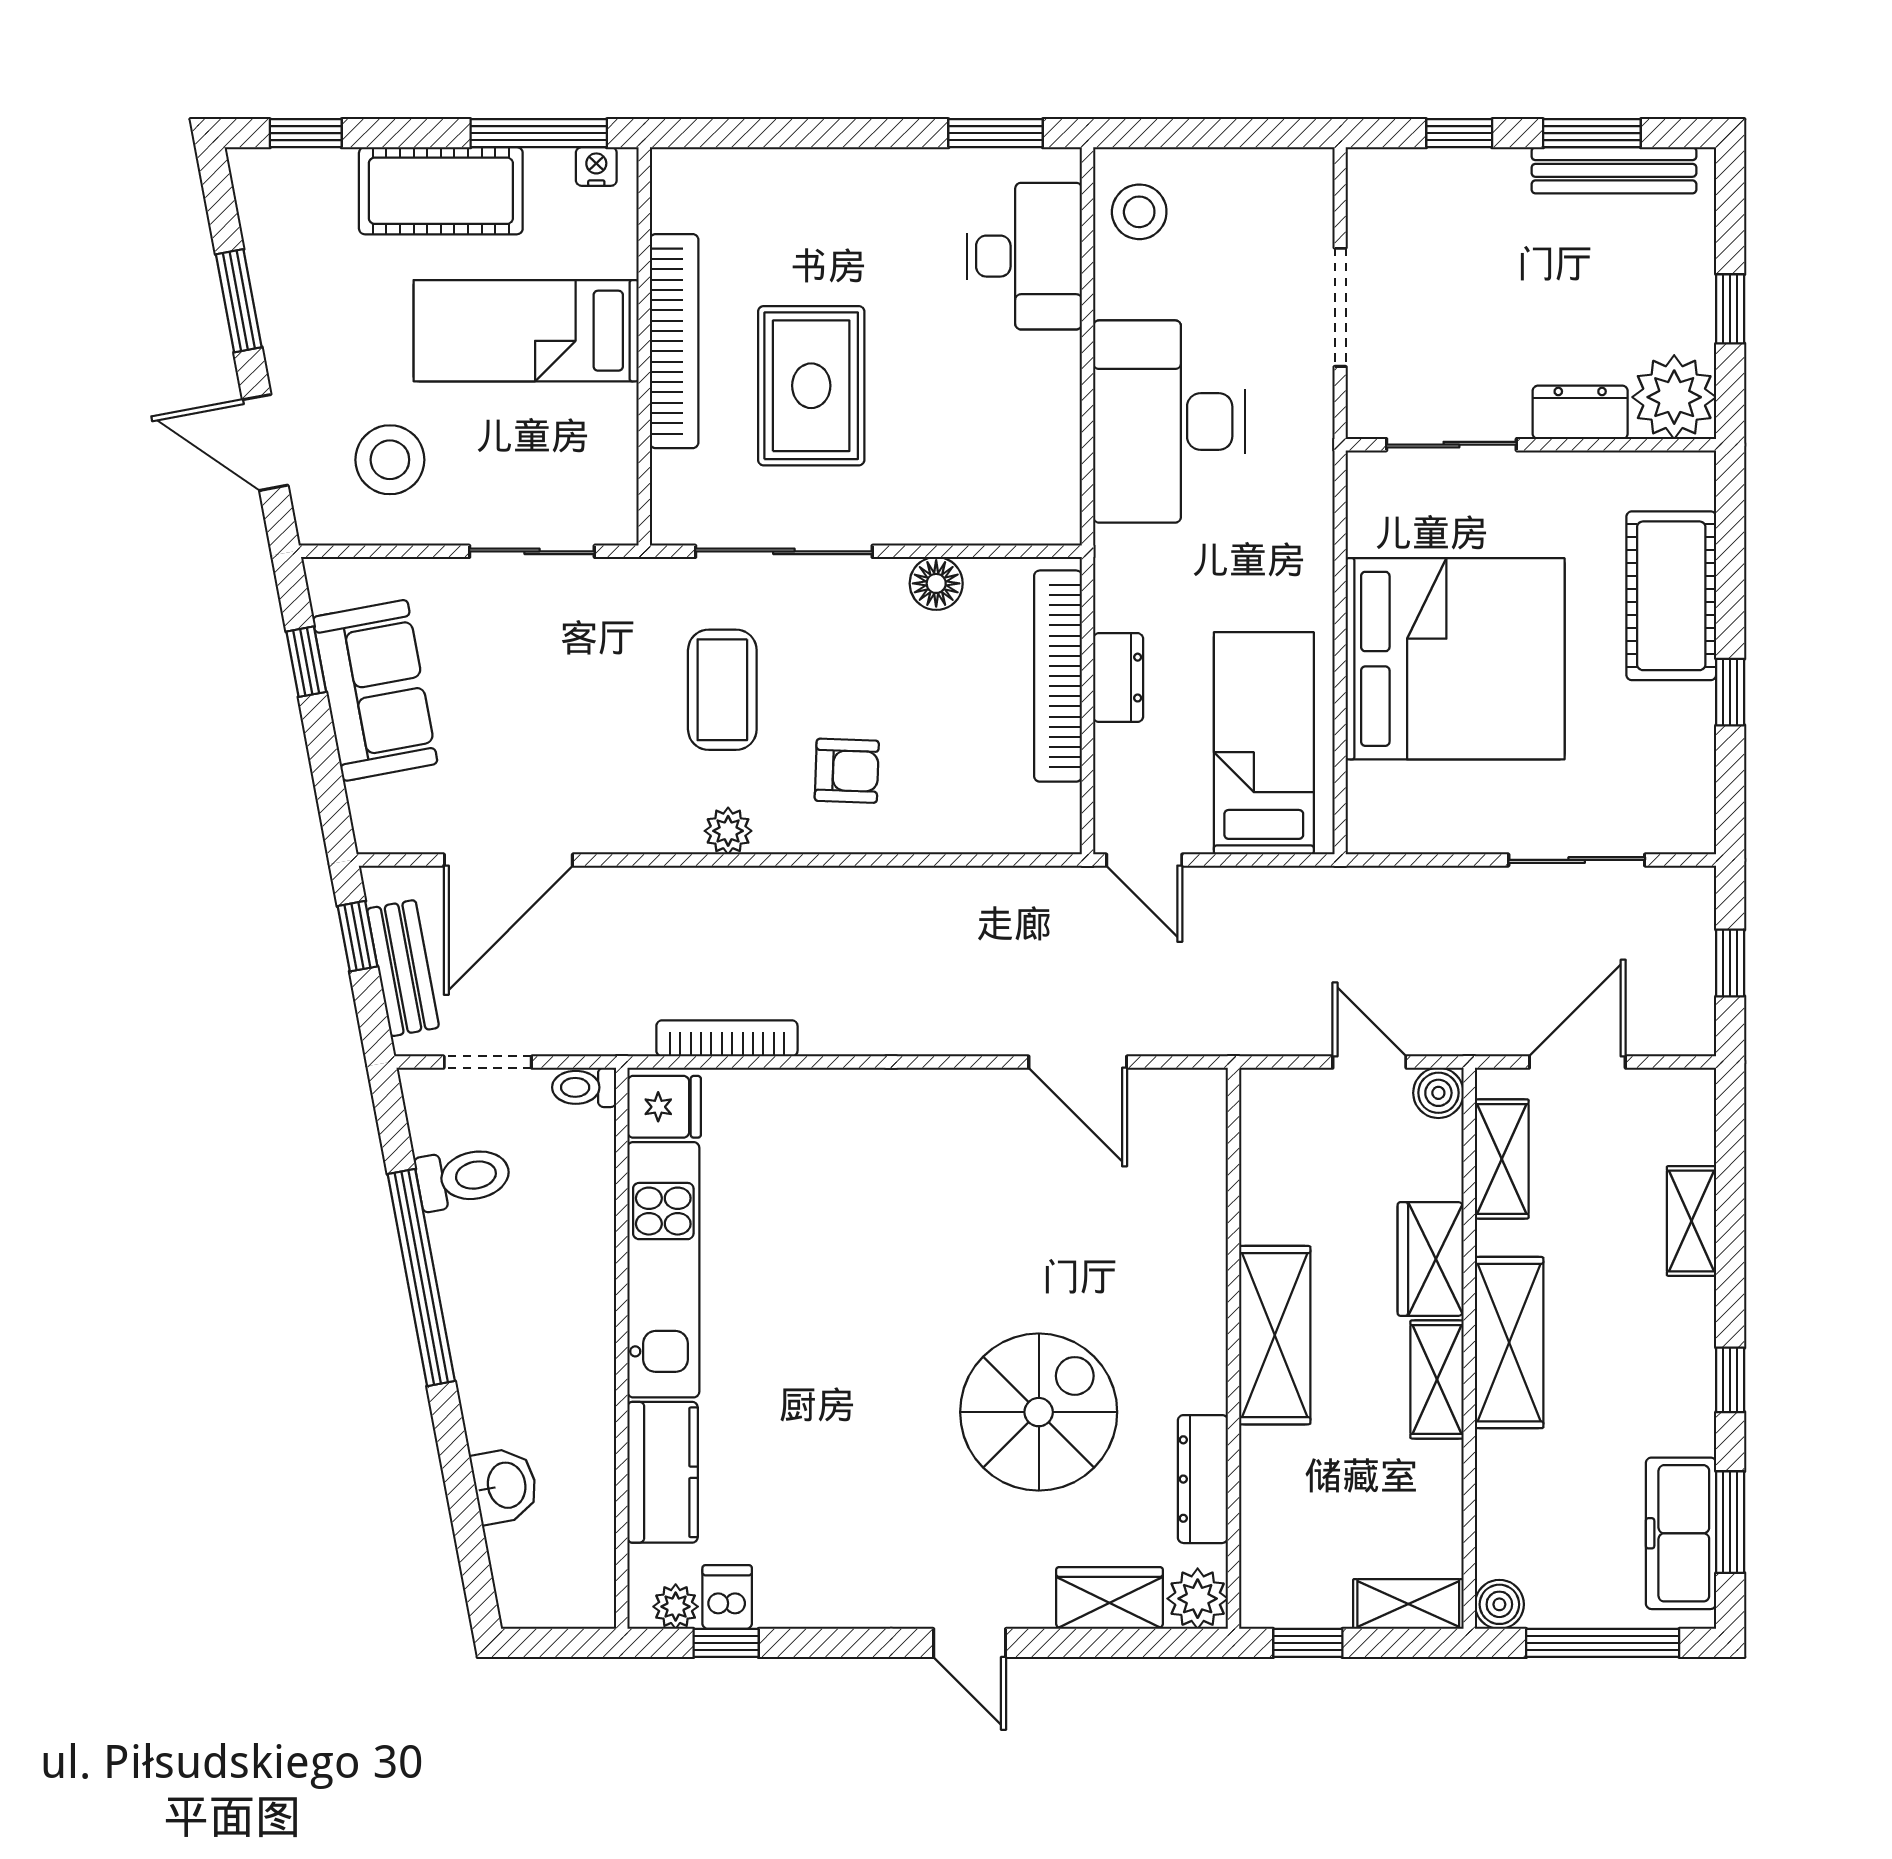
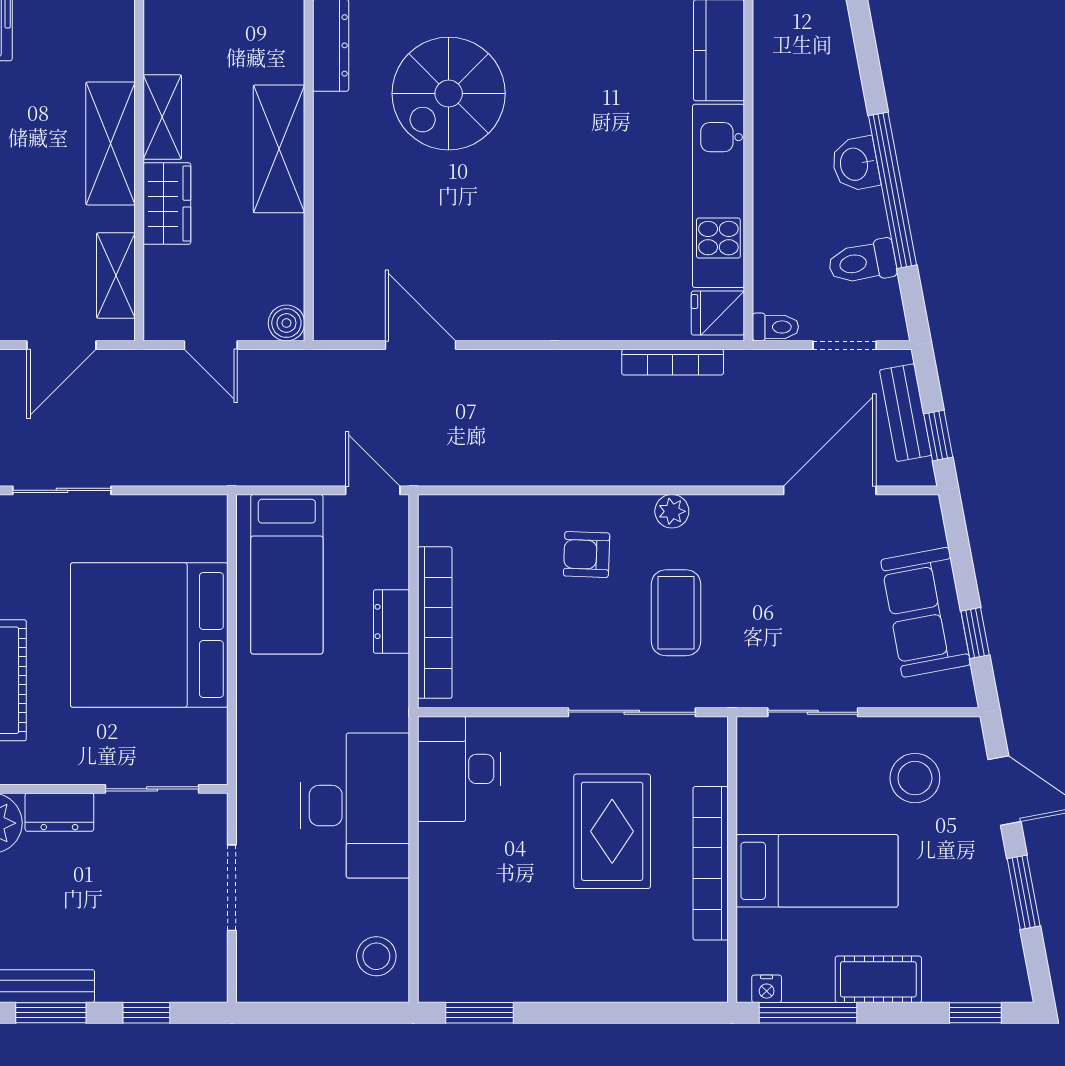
cot: (441, 191) -> (878, 979), width x0.73, depth x0.75
desk: (1024, 256) -> (459, 769), moved
floor lamp: (936, 583) -> (522, 689), removed
boiler: (1438, 1093) -> (286, 323), moved
washbasin: (505, 1486) -> (855, 164), moved

